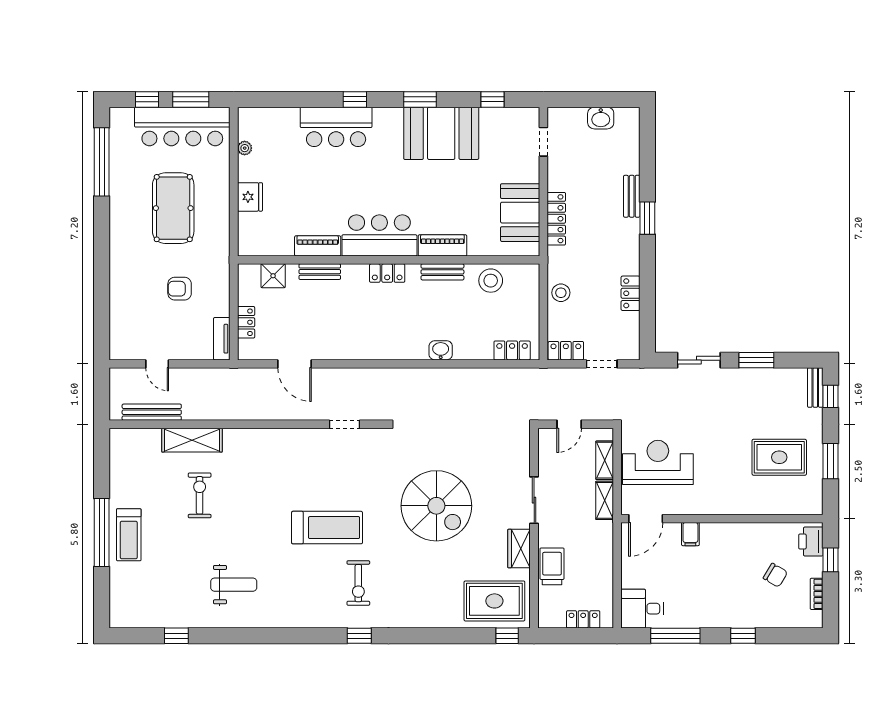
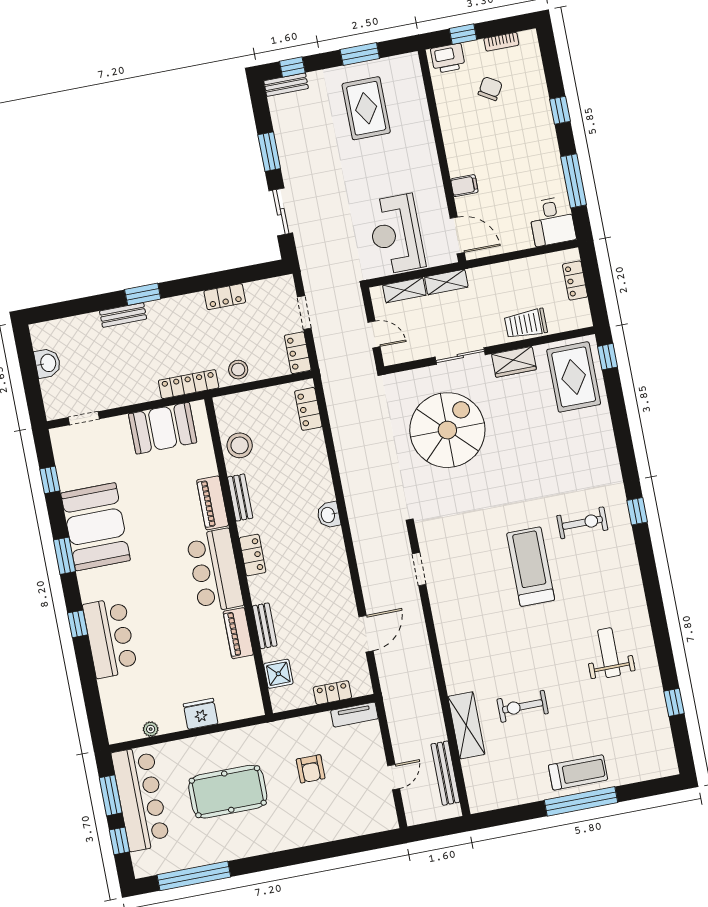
locker: (556, 219) -> (189, 384), moved
washbasin: (441, 350) -> (329, 515), moved
spiral stairs: (436, 506) -> (447, 430), moved

